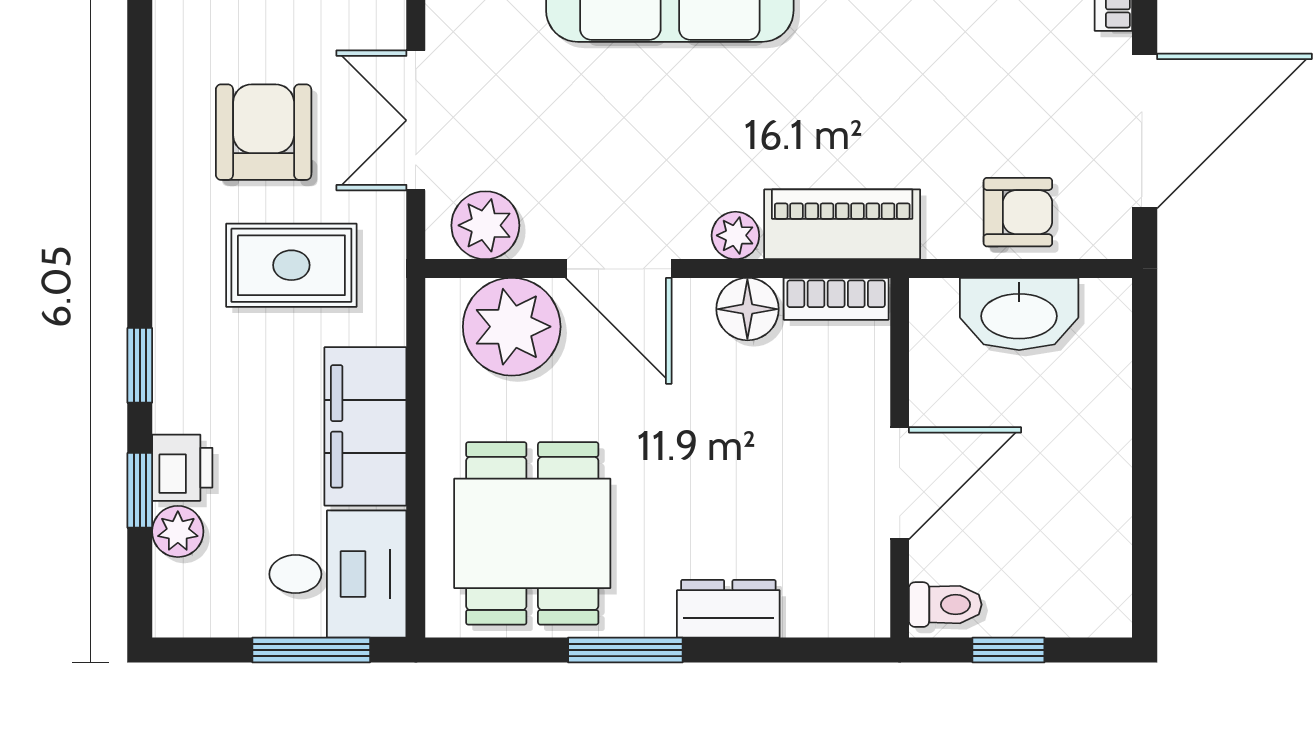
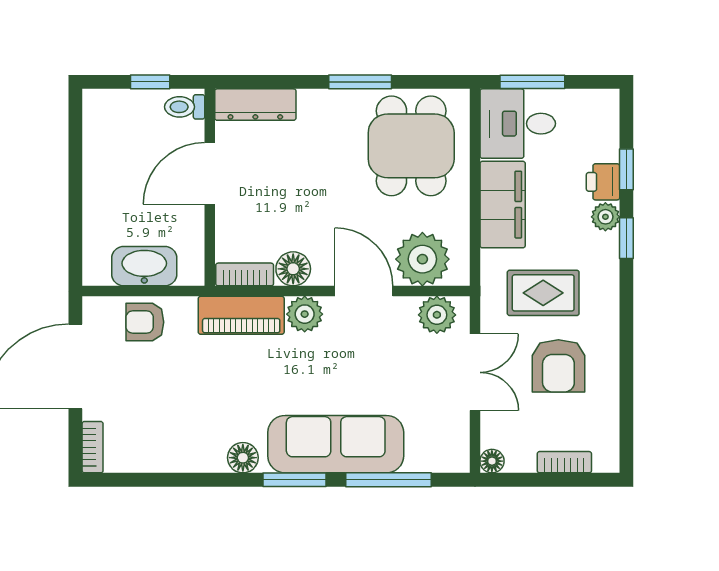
plant: (735, 235) -> (305, 314), width x1.38, depth x1.38
plant: (178, 531) -> (605, 217), moved
dresser: (728, 609) -> (255, 105), moved, width x1.44

